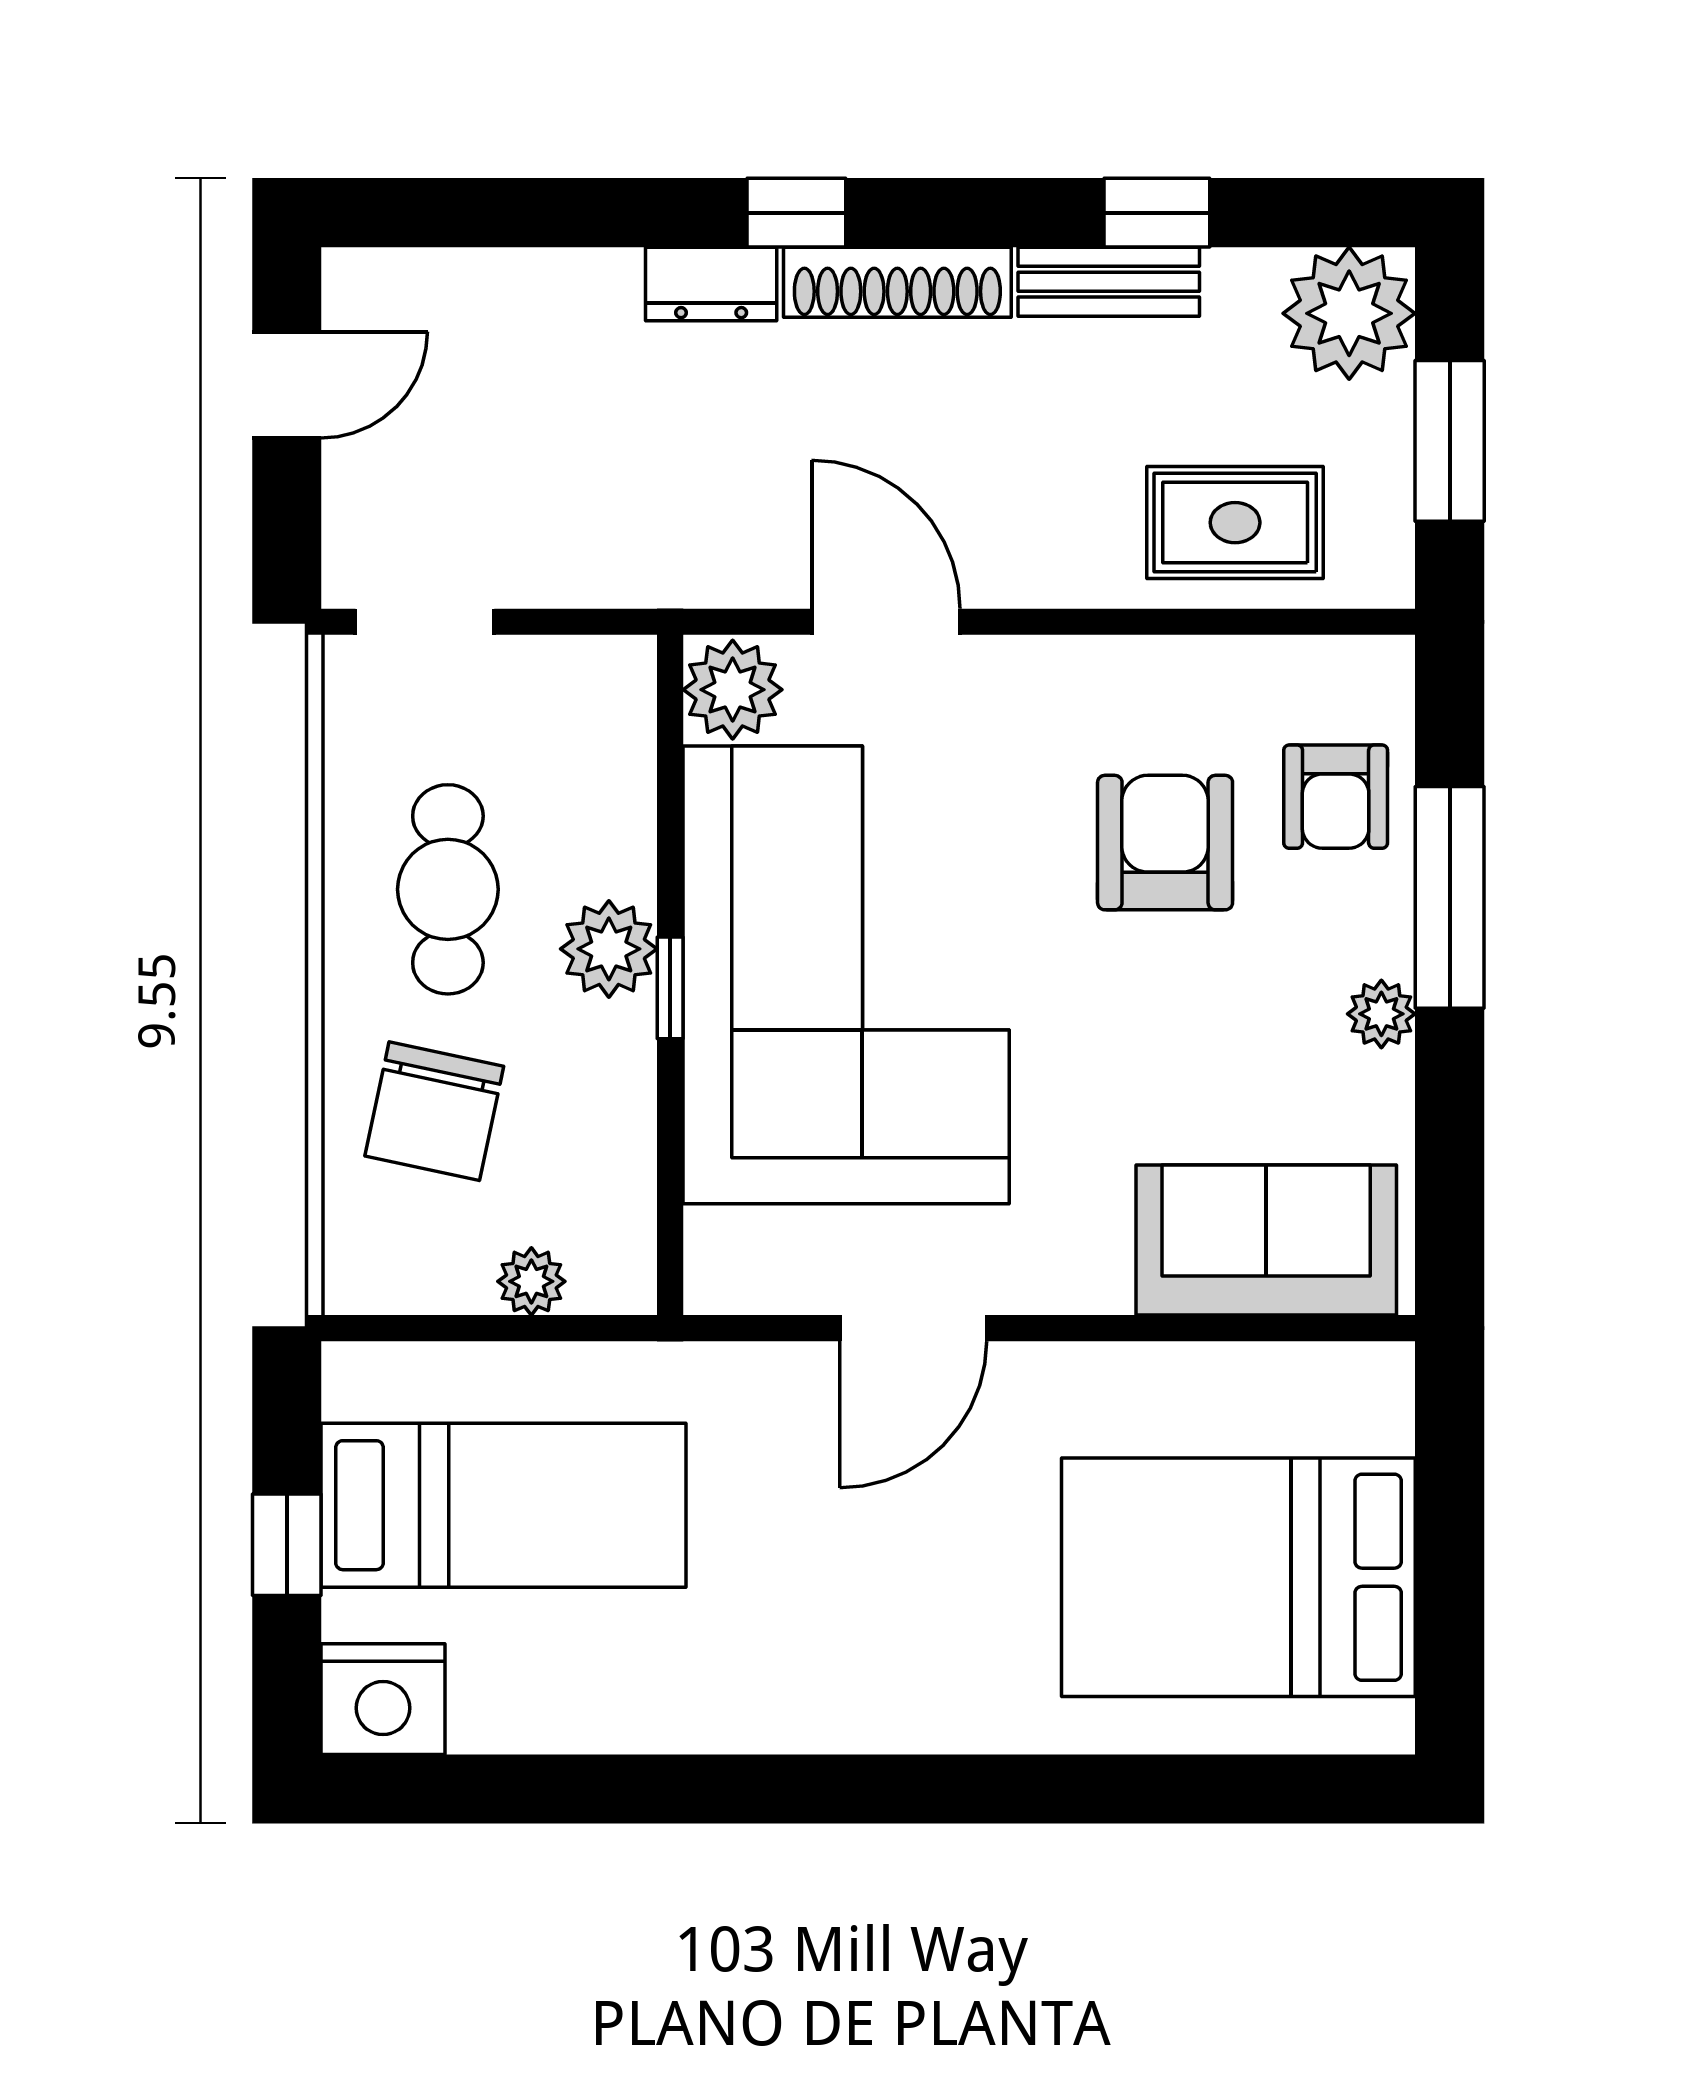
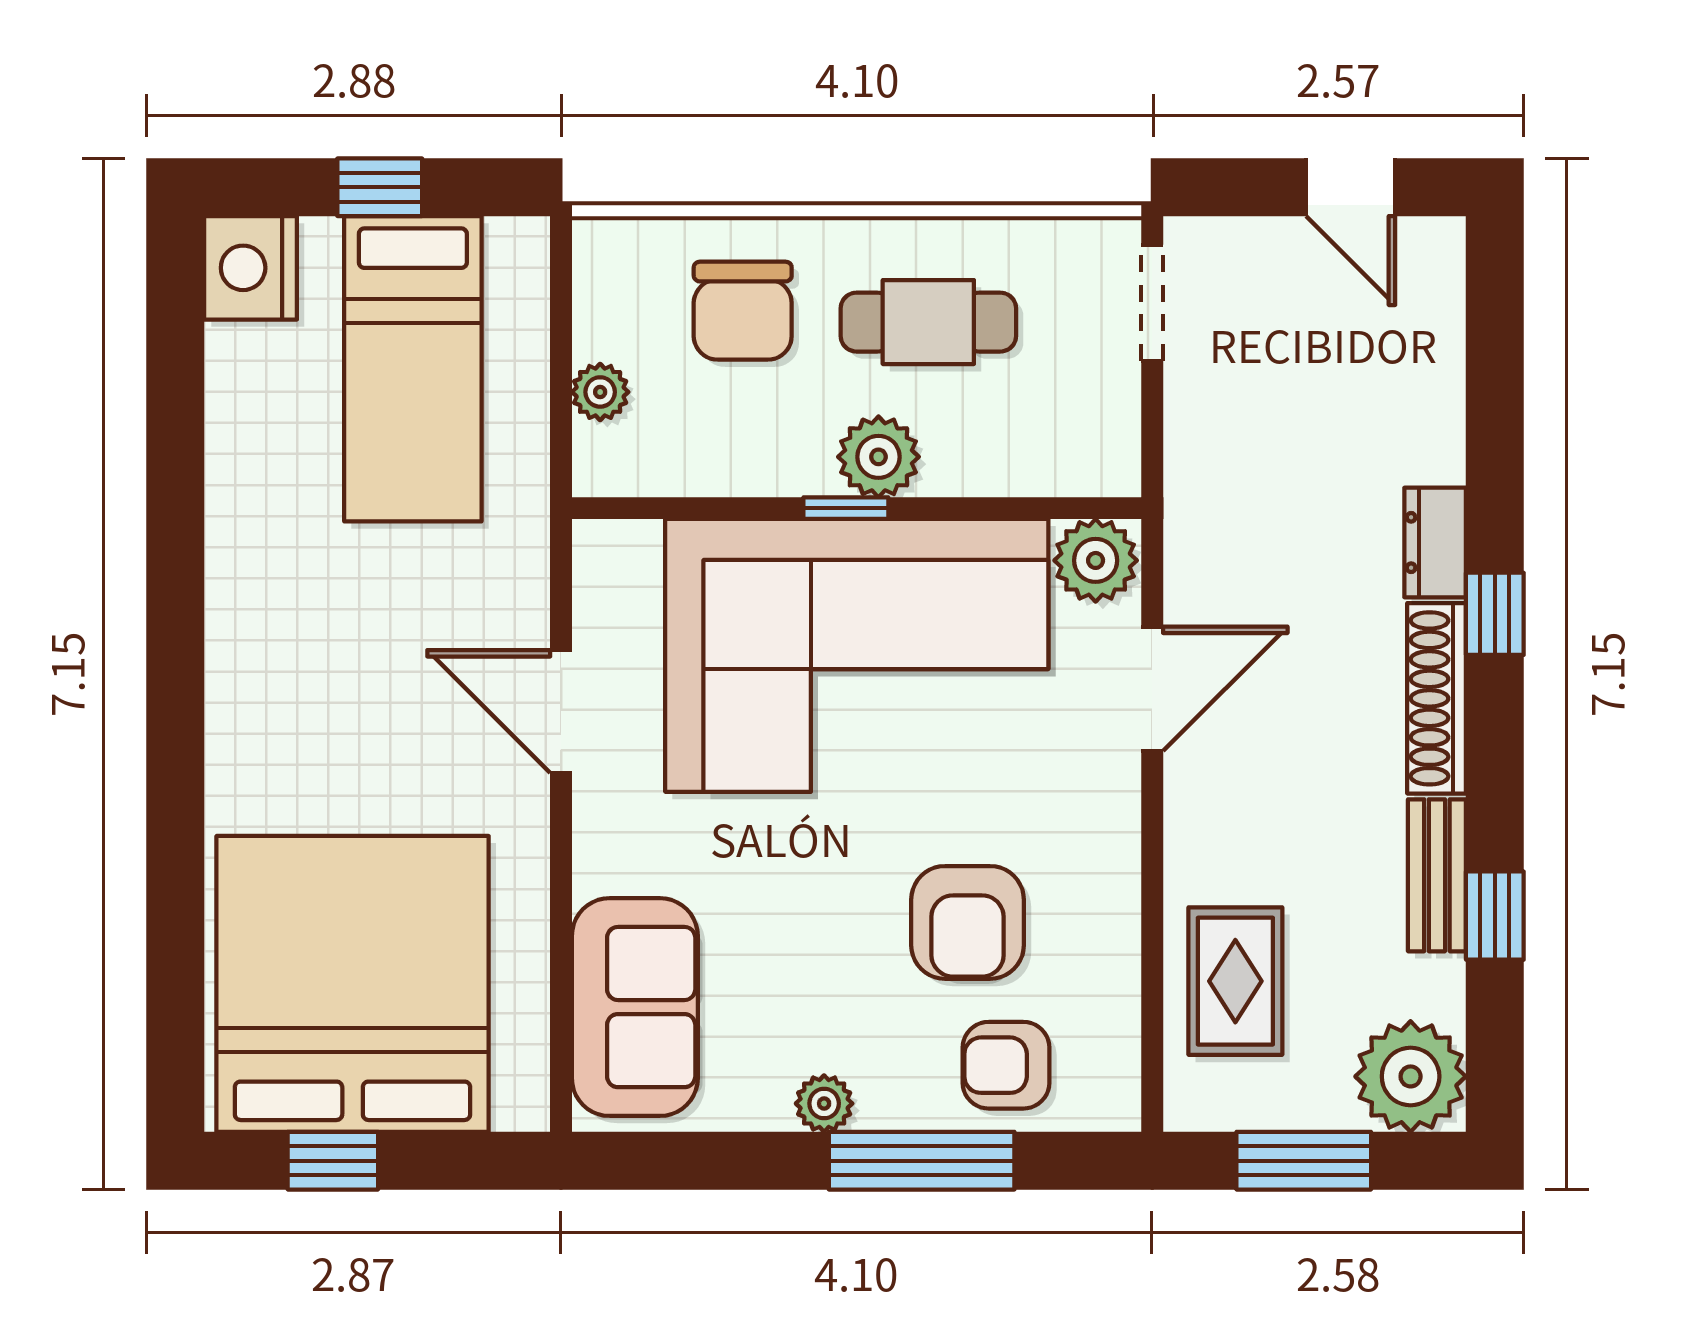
armchair: (1165, 843) -> (968, 922), turned 90
chair: (434, 1111) -> (743, 311), turned -102
bed: (1238, 1577) -> (353, 984), width x1.36
window: (1450, 1601) -> (333, 1161), added

